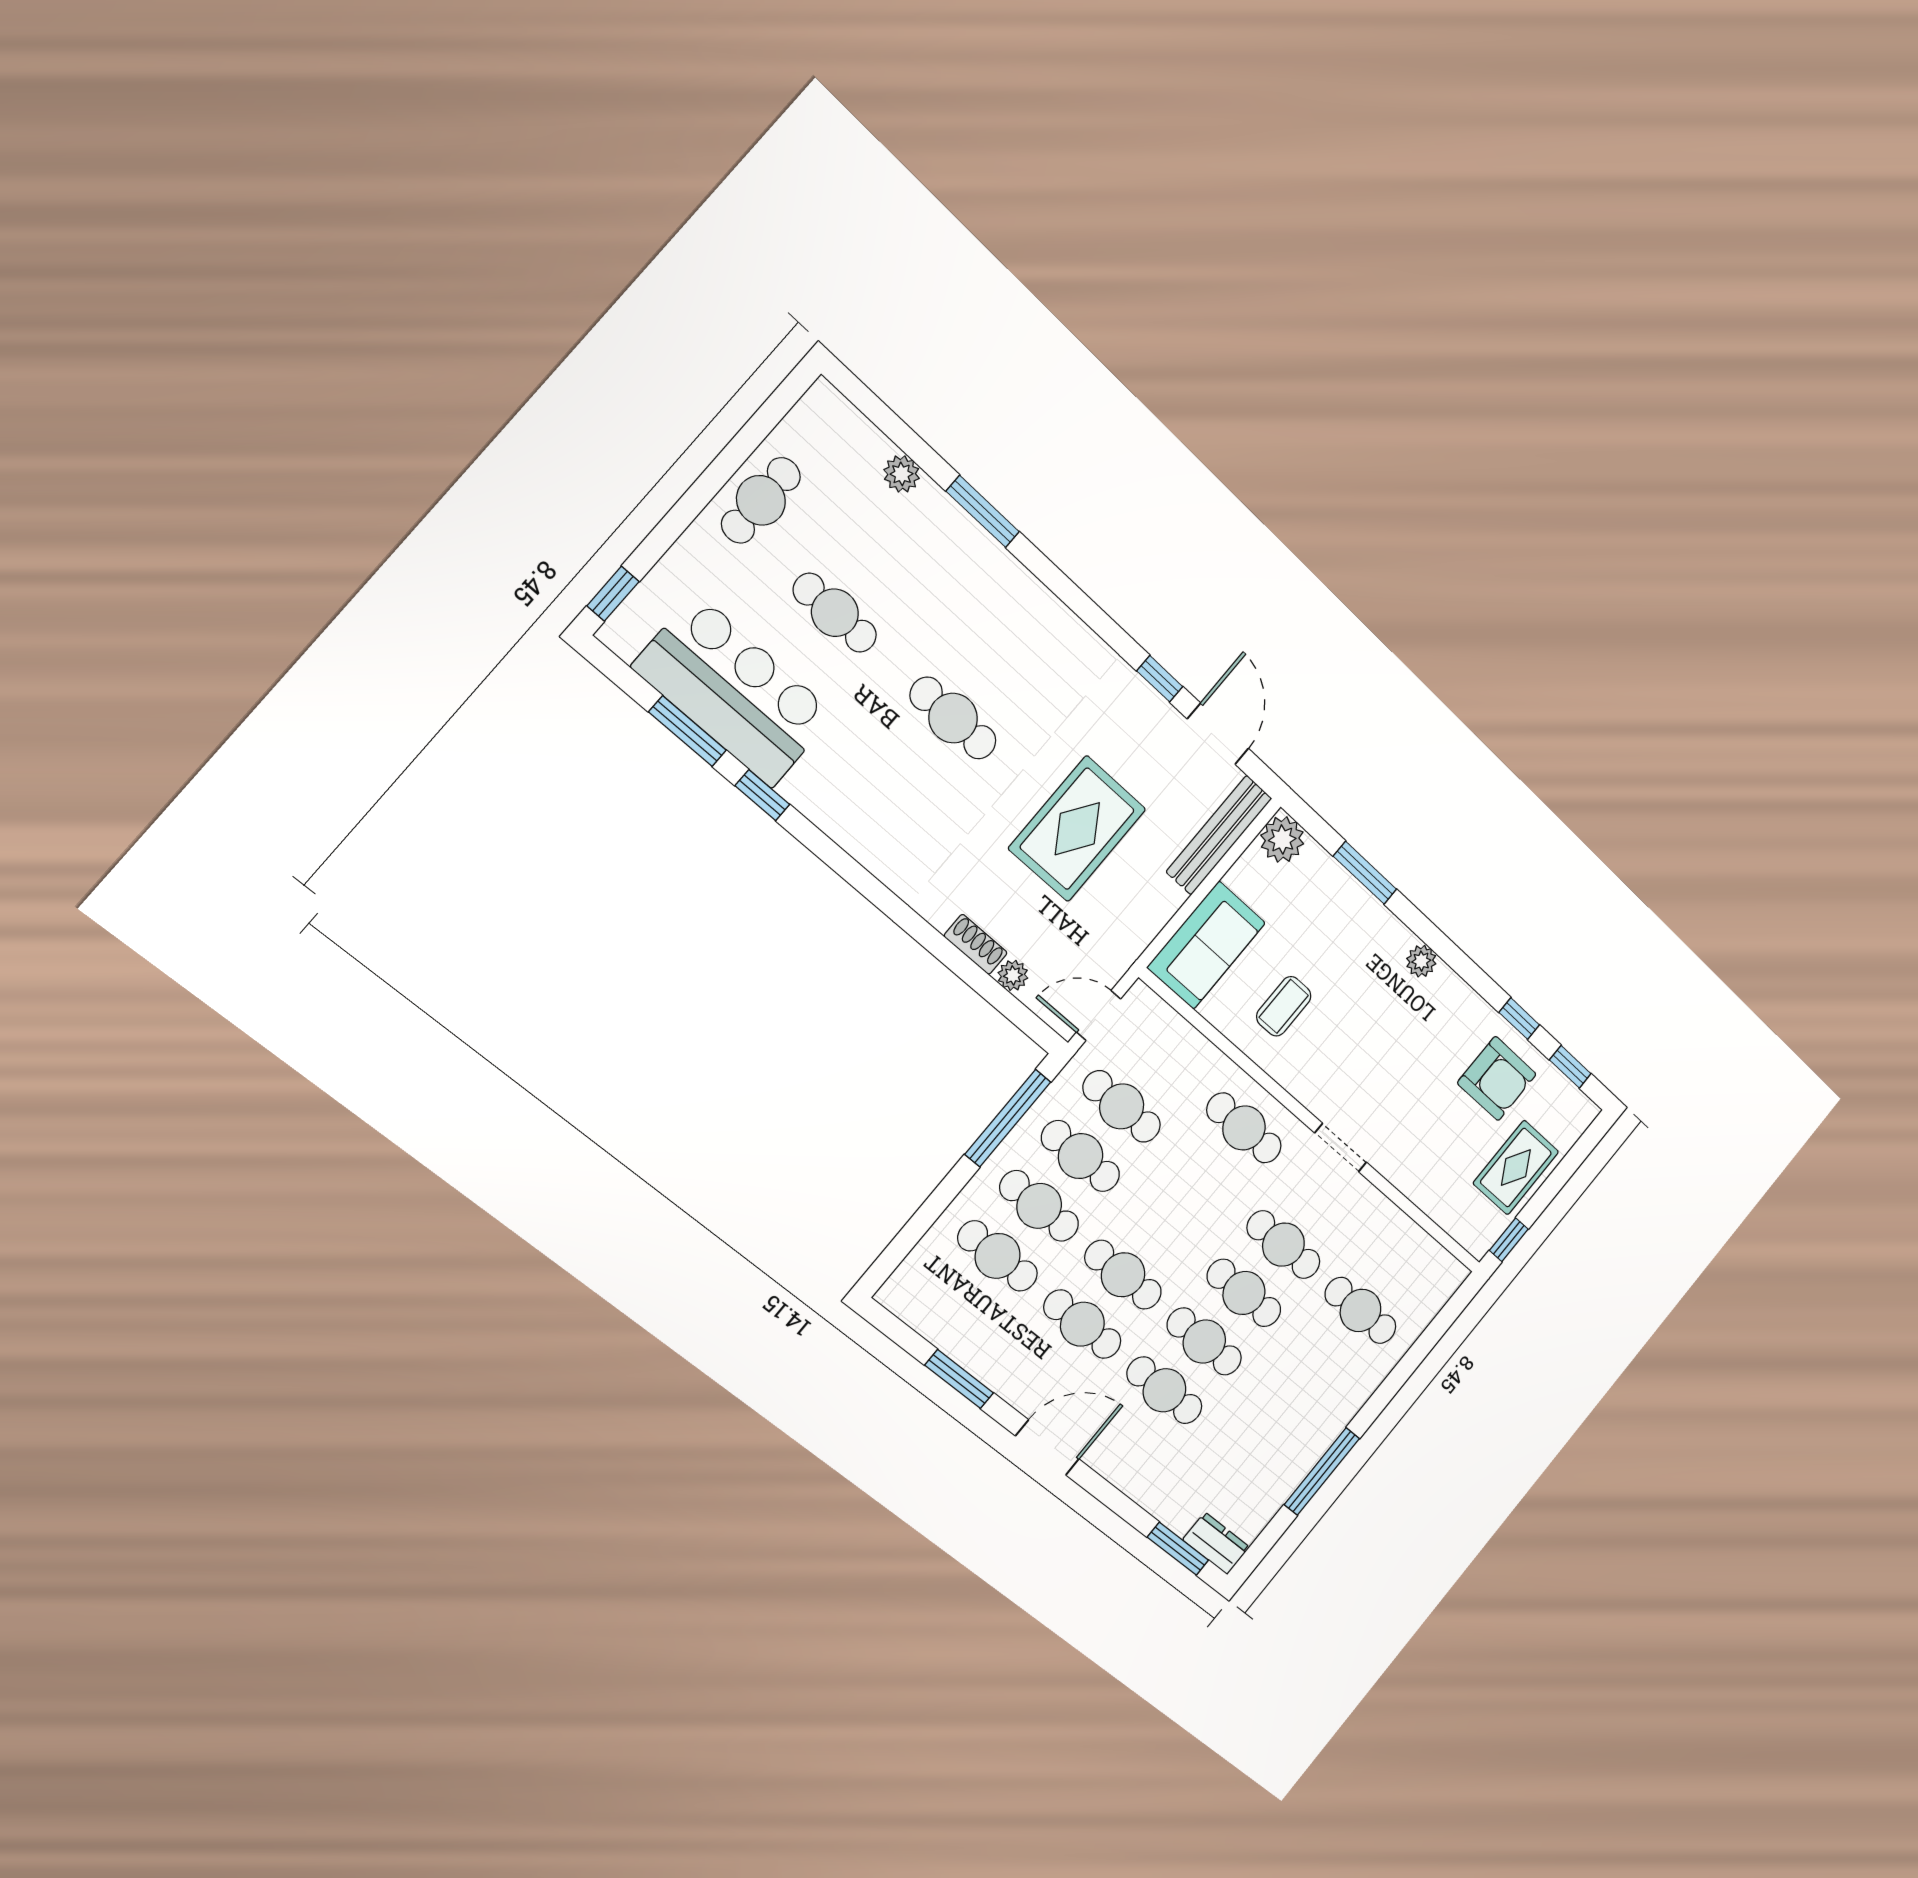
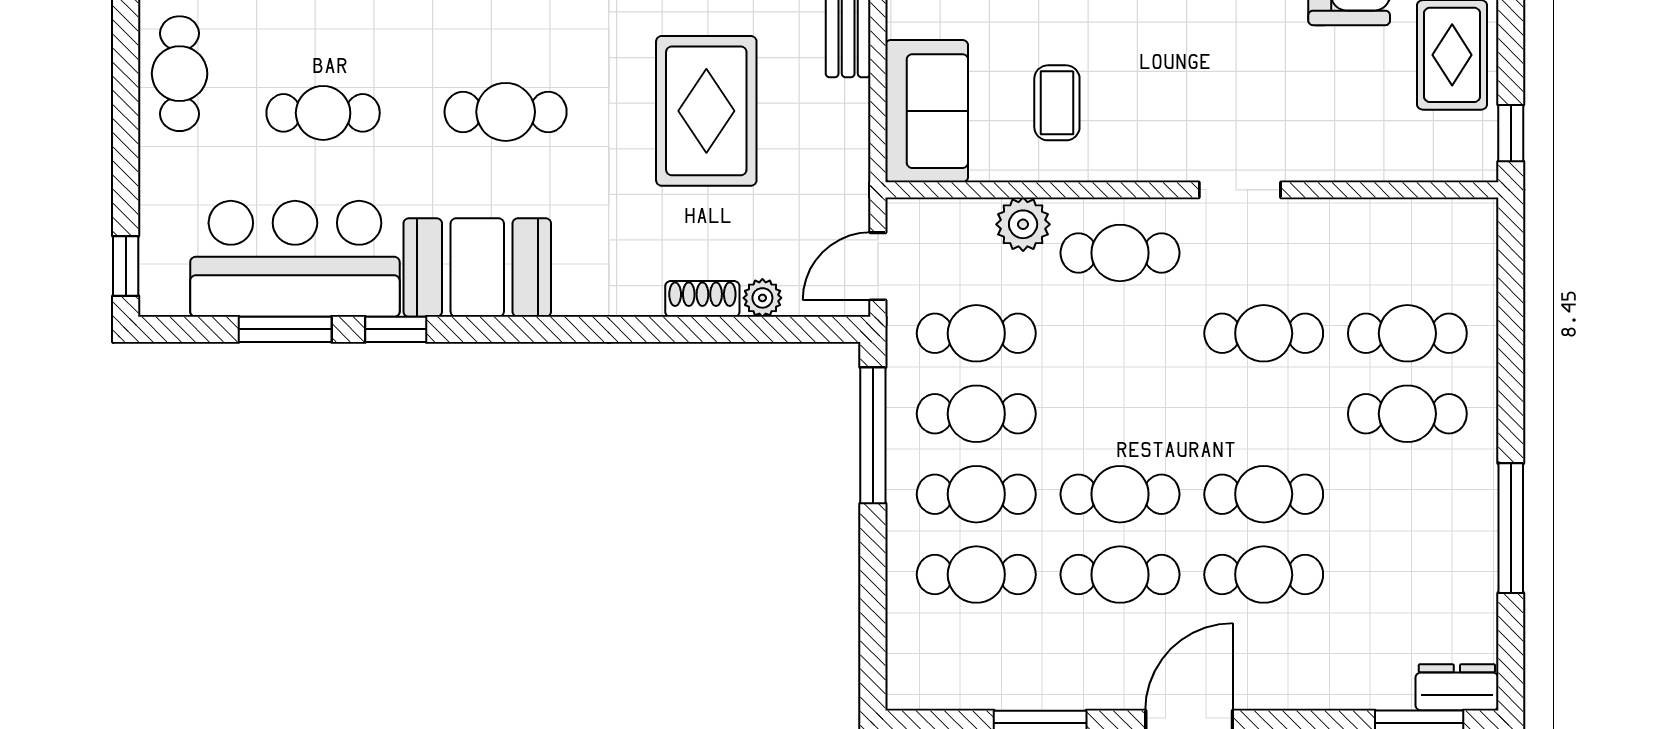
booth: (850, 801) -> (477, 267), added
plant: (1204, 1063) -> (1023, 224), added
cafe table: (1244, 1293) -> (1407, 414), moved

